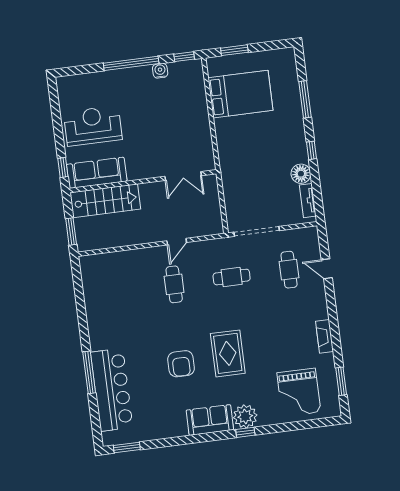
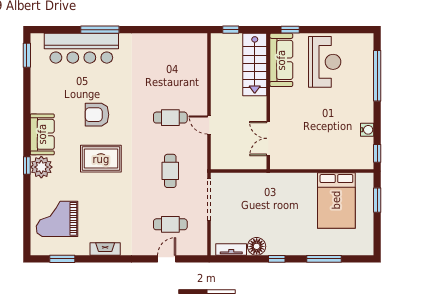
window: (131, 63) -> (377, 76), moved
window: (71, 231) -> (231, 30), width x0.67

